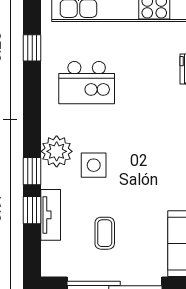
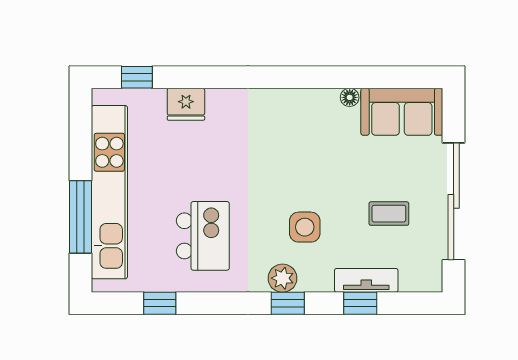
plant: (57, 151) -> (283, 278), width x0.73, depth x0.73
window: (32, 171) -> (288, 303), moved

